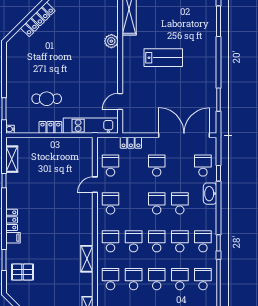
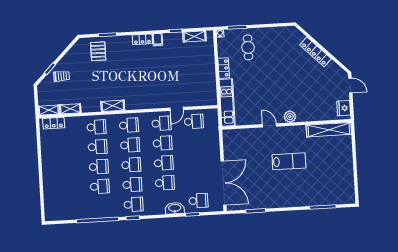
plant: (111, 41) -> (290, 117), moved
lab bench: (163, 58) -> (289, 161), turned -90
cafe table: (47, 99) -> (248, 47), moved
door: (120, 101) -> (269, 125), moved
locker: (131, 143) -> (214, 138), removed
school desk: (157, 165) -> (163, 143), moved
door: (95, 185) -> (177, 109), swing flipped
filing cabinet: (13, 238) -> (158, 40), moved
school desk: (203, 279) -> (101, 206), removed

